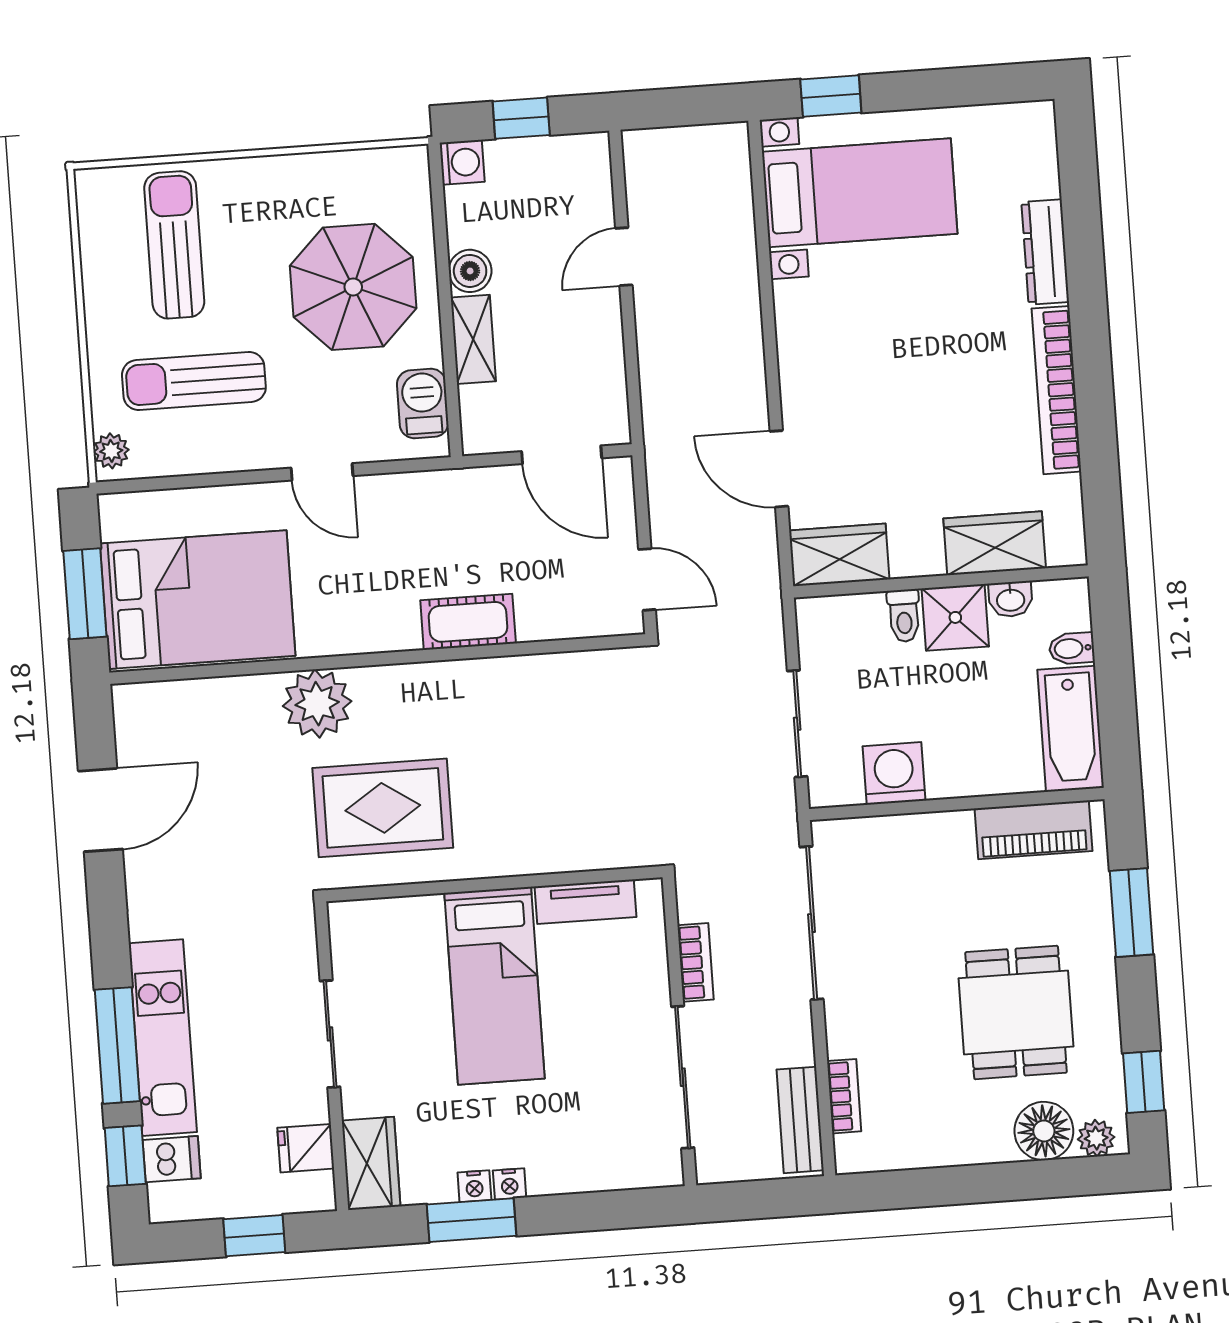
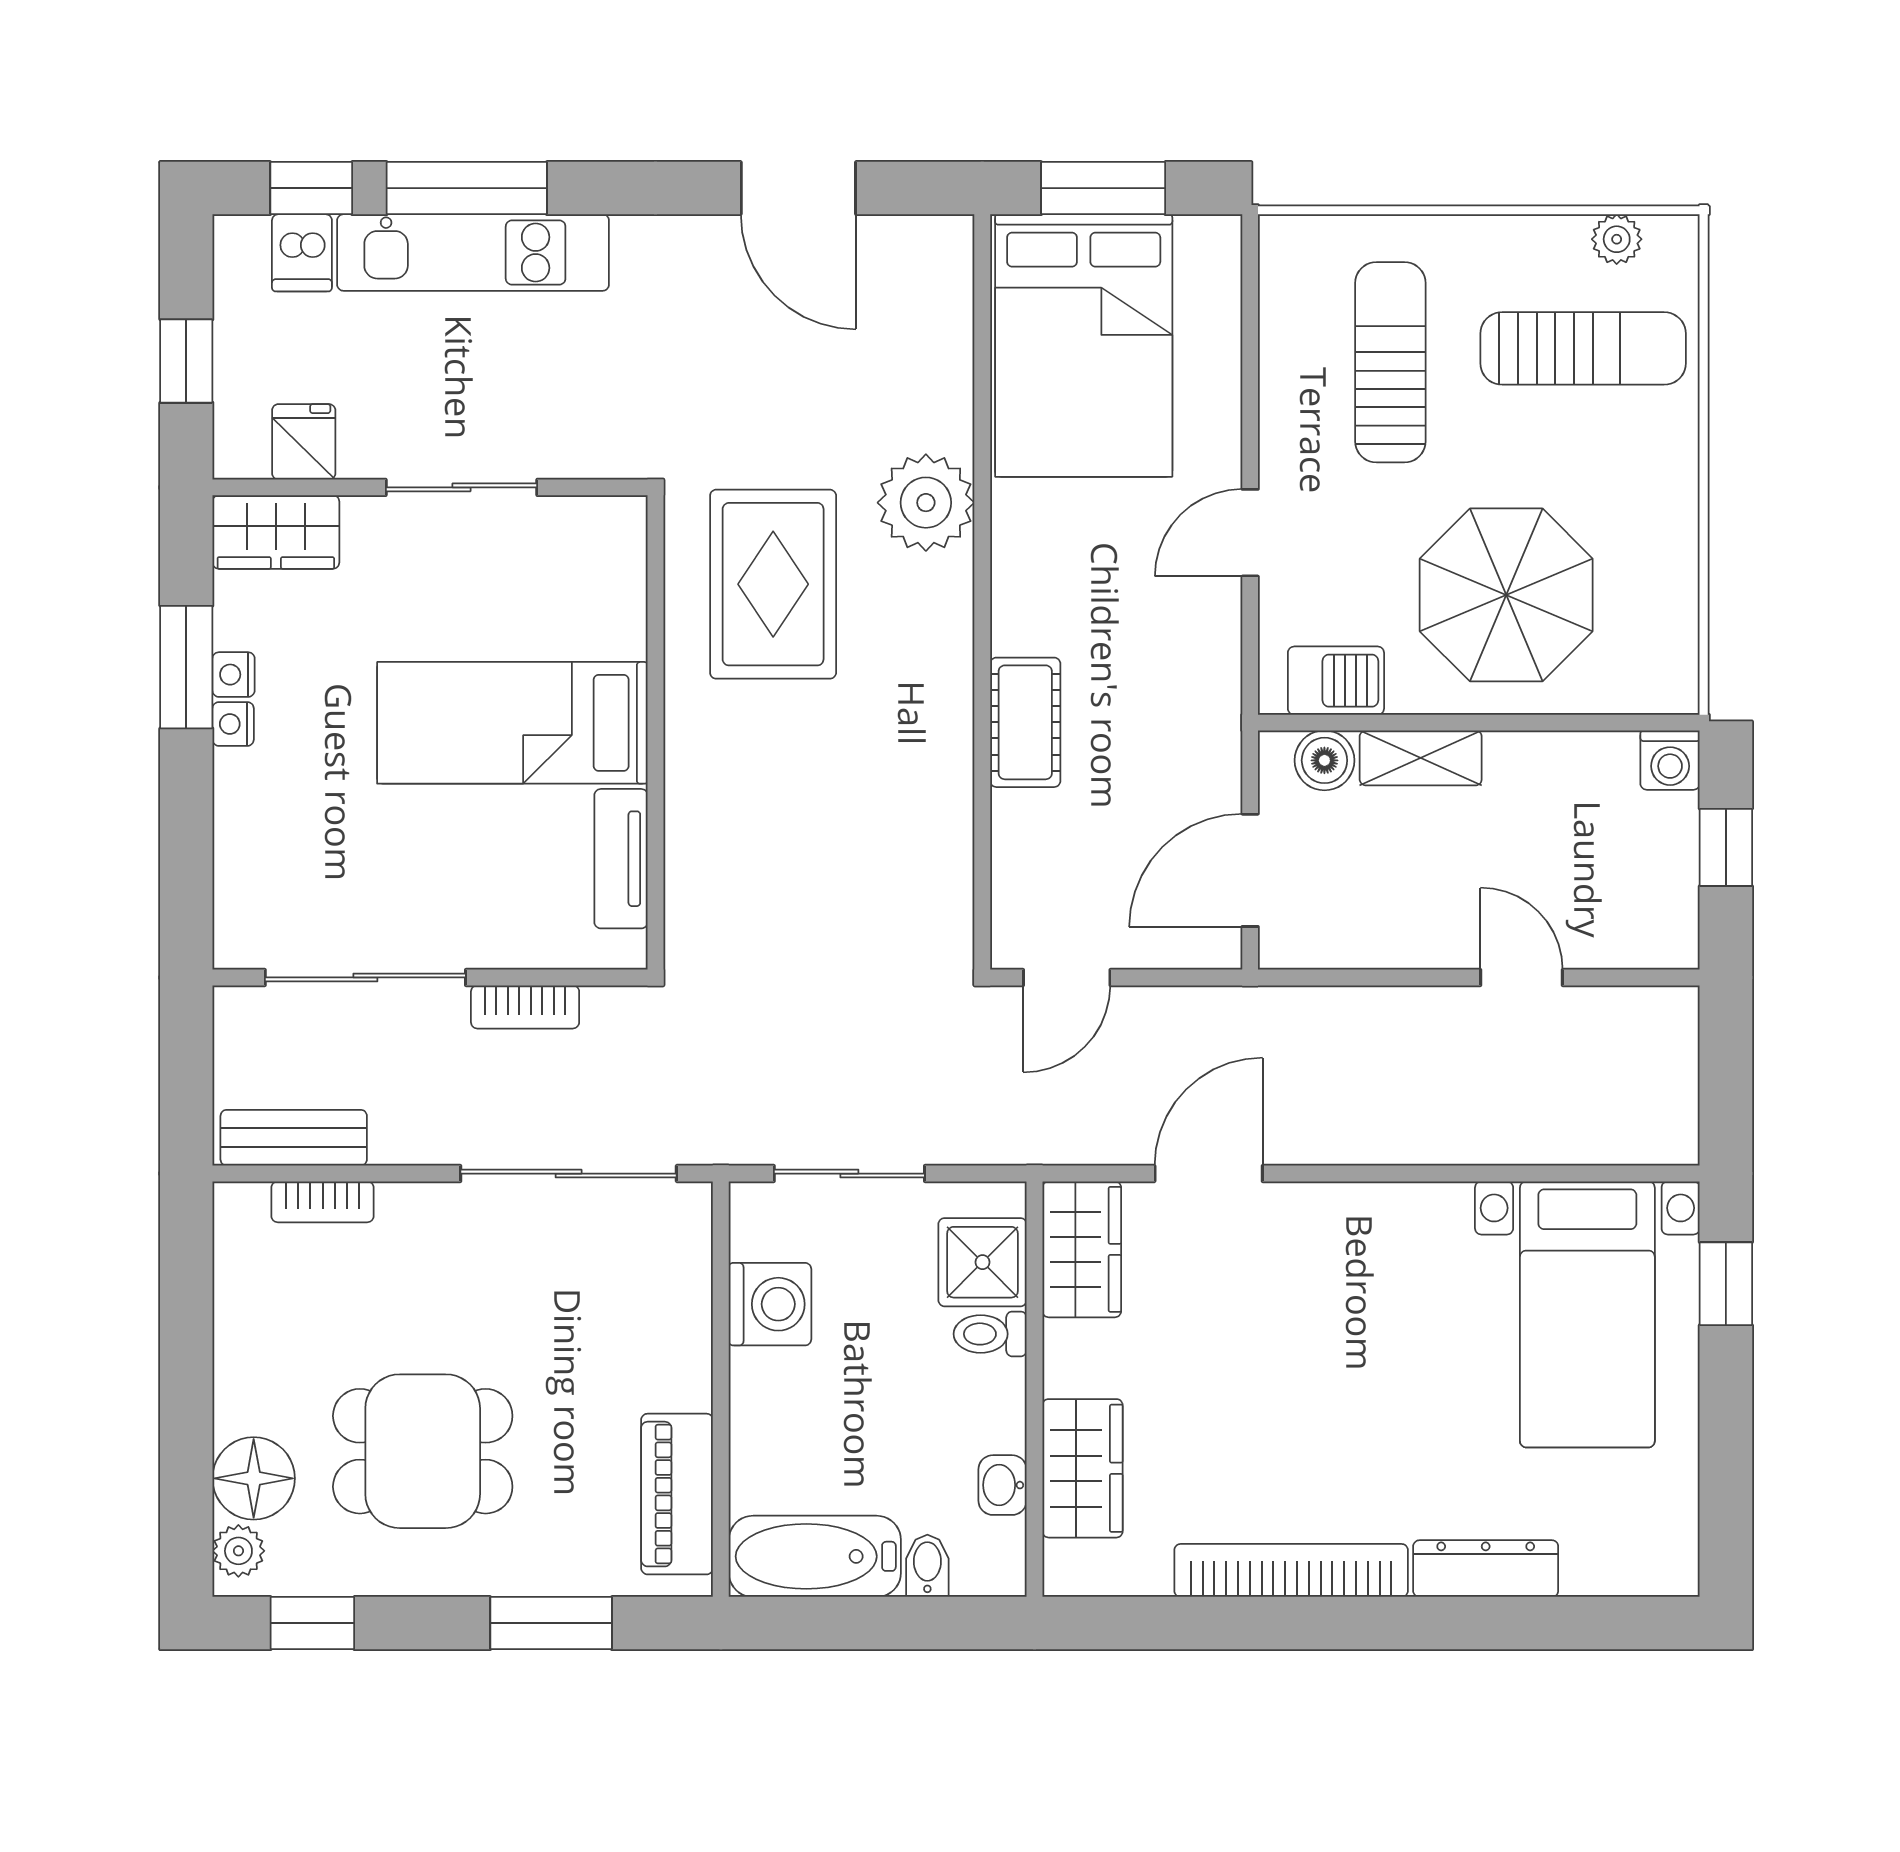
boiler: (470, 271) -> (1324, 760), moved
plant: (111, 451) -> (1617, 239), moved
shower: (955, 617) -> (983, 1262), moved

